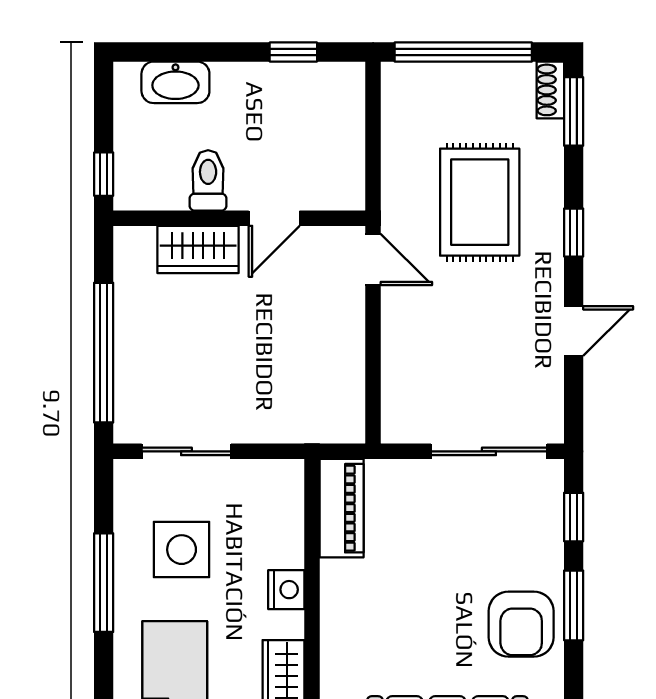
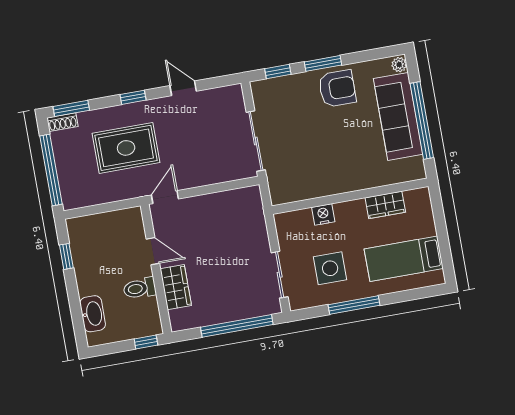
sliding door: (489, 451) -> (256, 141), moved
piano: (342, 508) -> (294, 191), removed
nightstand: (286, 590) -> (323, 214), moved

